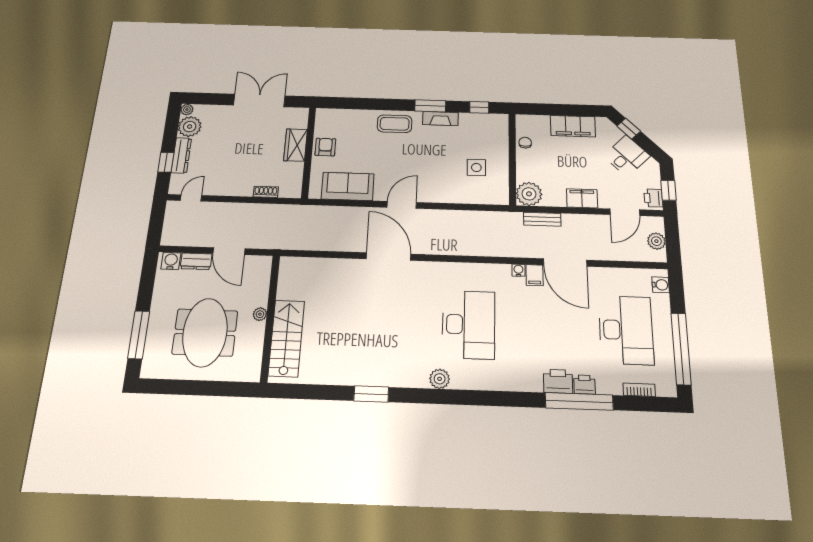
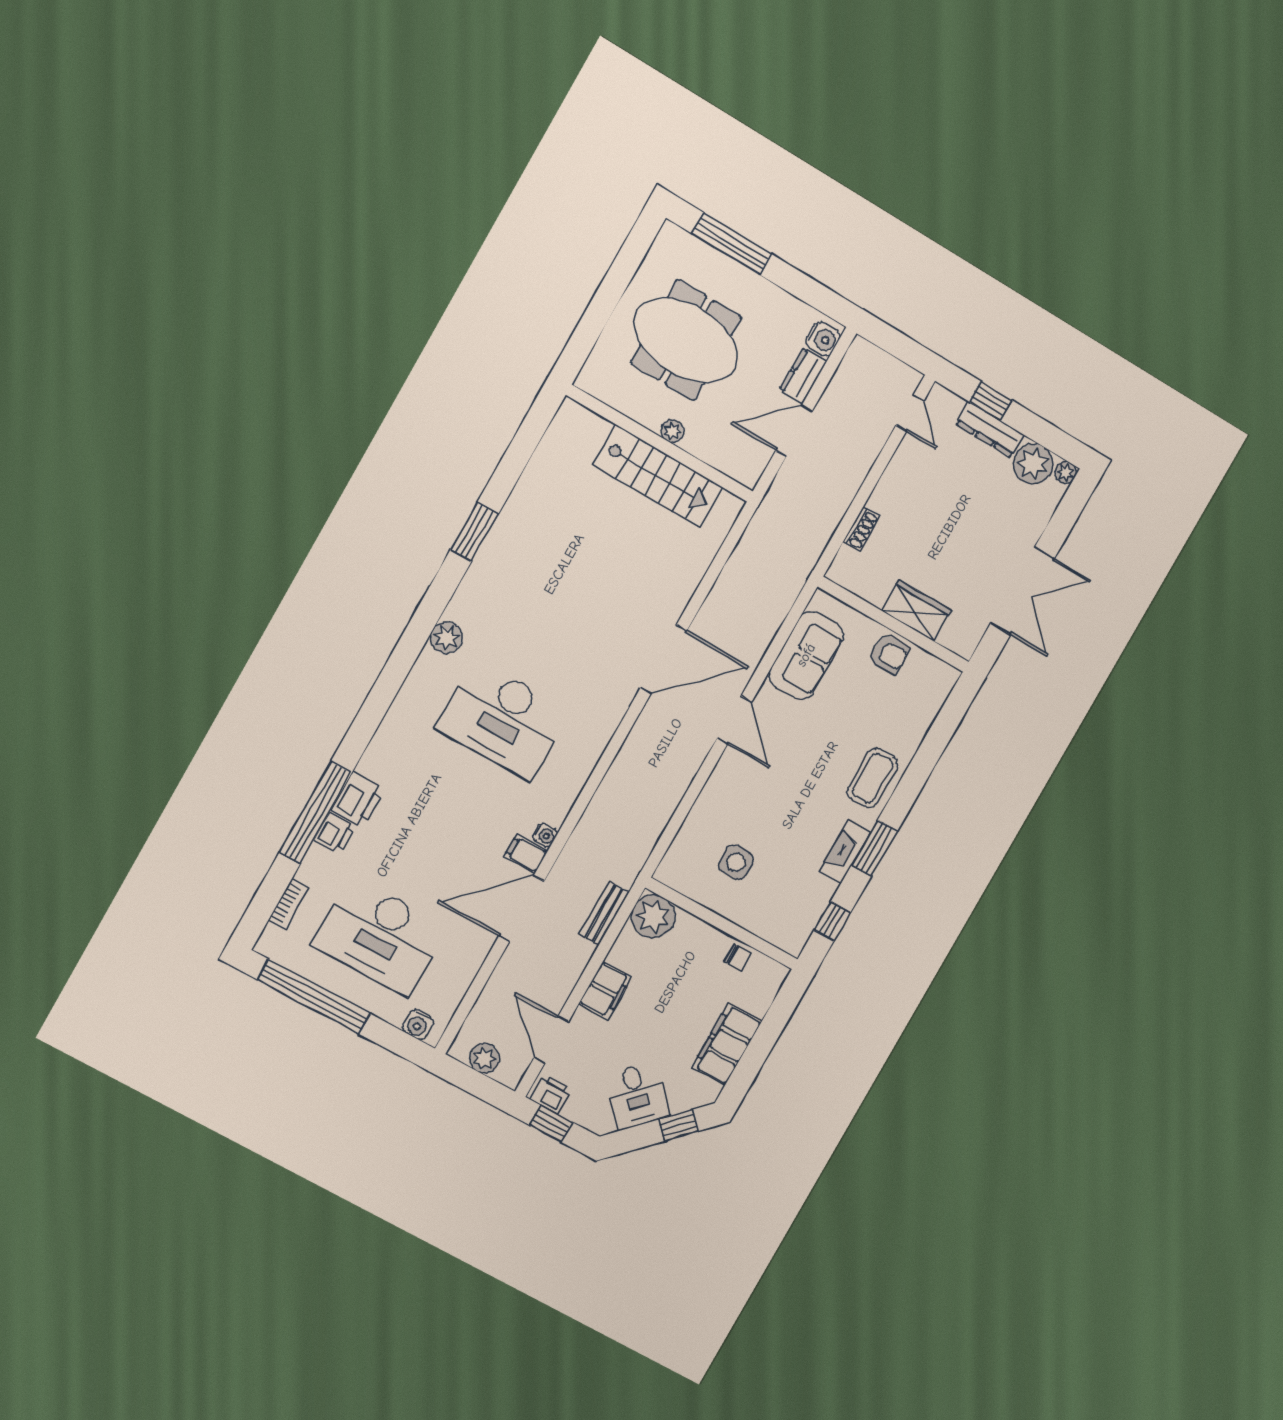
stairs: (286, 338) -> (658, 476), moved

